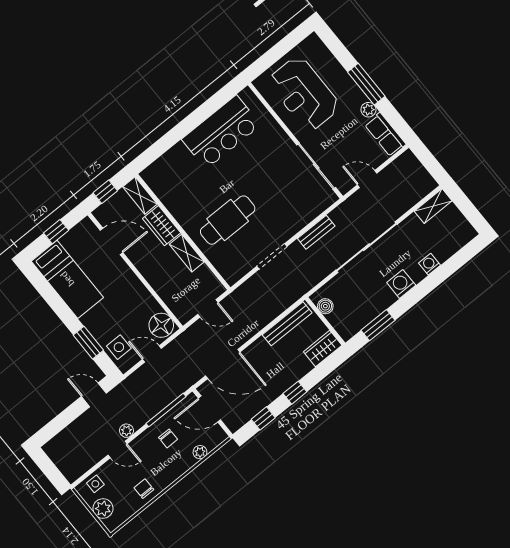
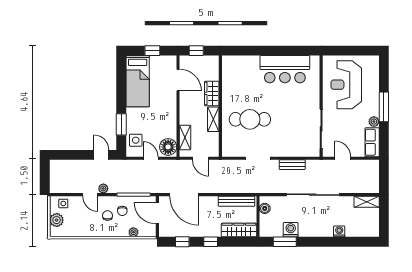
shelving: (140, 195) -> (185, 137), moved
washing machine: (401, 284) -> (291, 230), moved
wardrobe: (323, 348) -> (239, 230), width x1.50
chair: (144, 489) -> (108, 216), moved

